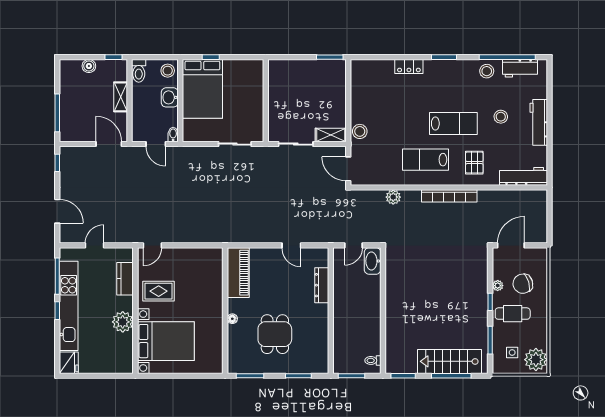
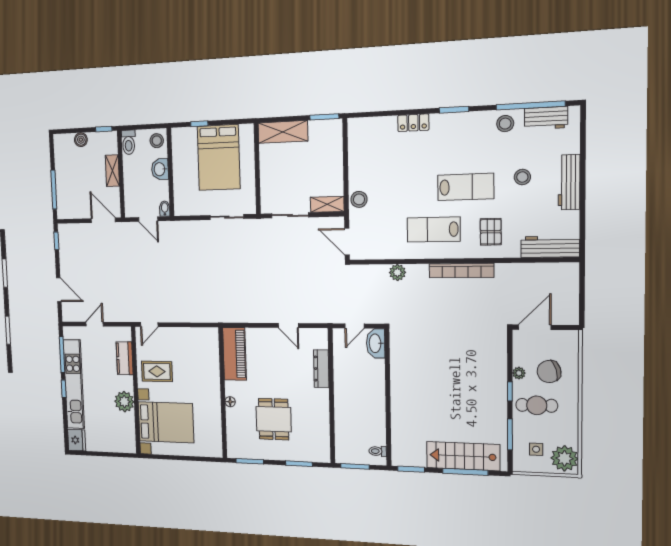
shelving: (291, 69) -> (283, 132), added
bed: (202, 89) -> (219, 157), moved

